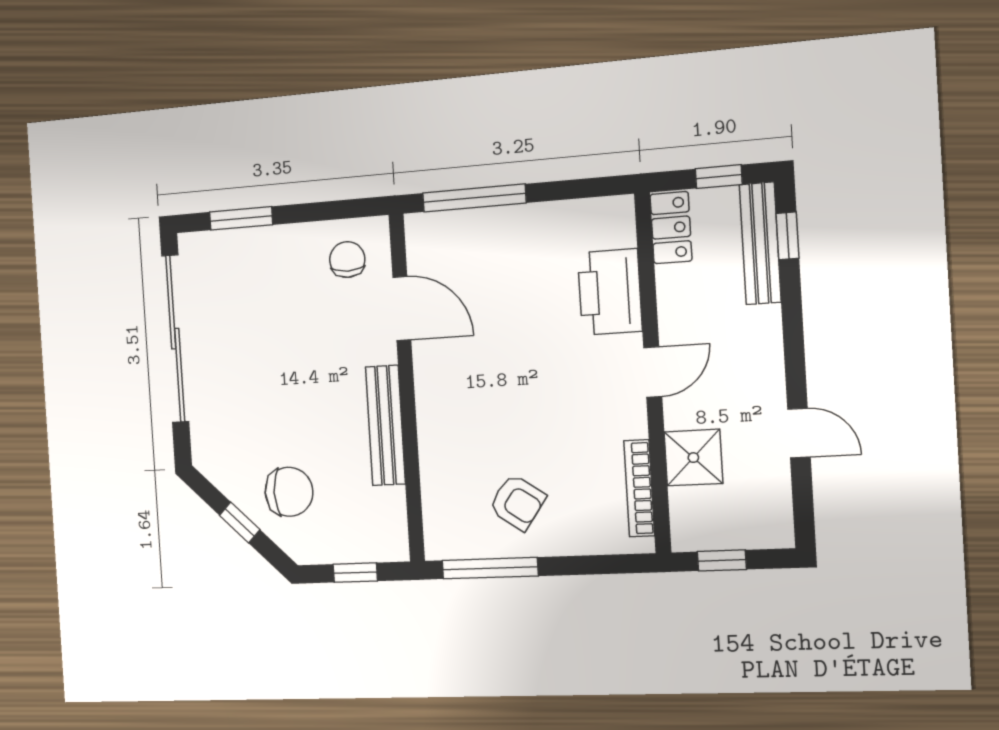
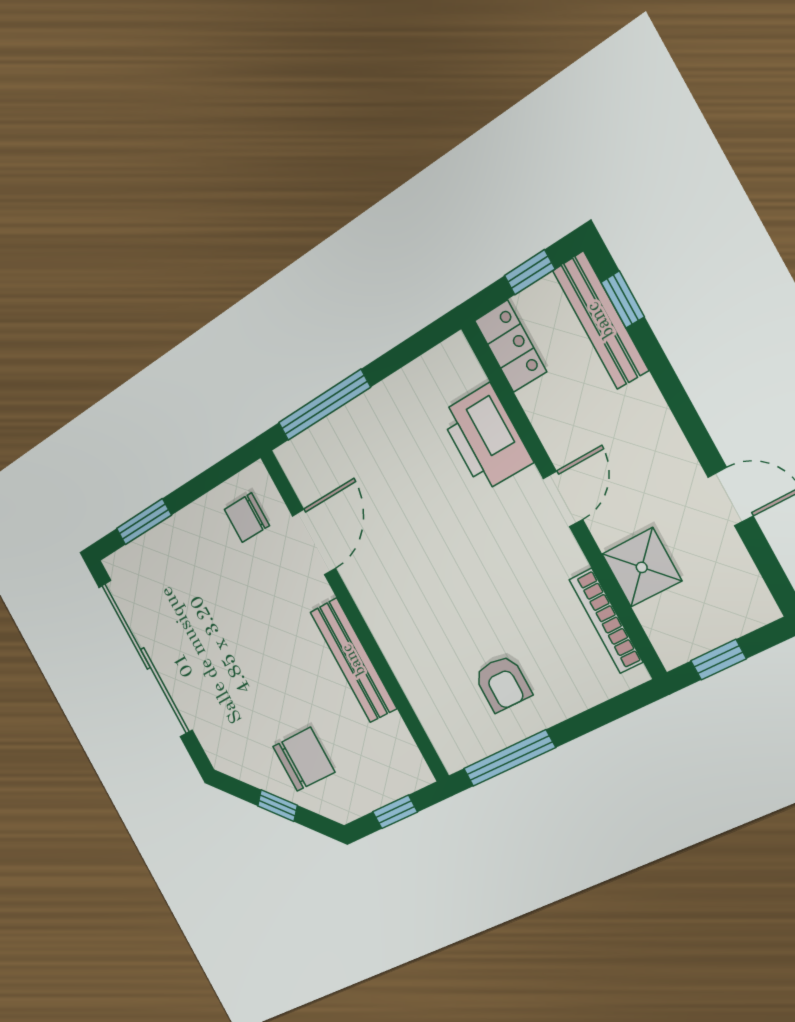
chair: (347, 260) -> (247, 518), turned -90
door: (402, 308) -> (314, 542), hinge flipped
armchair: (517, 502) -> (503, 683), turned 55

